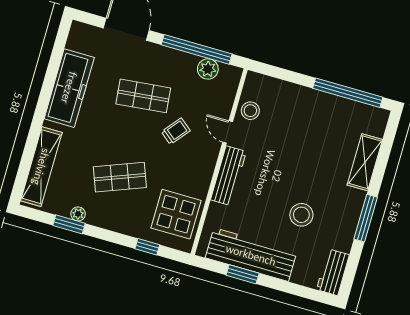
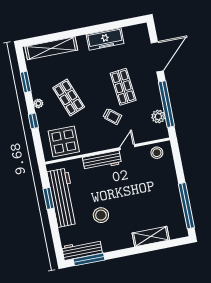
freezer: (69, 88) -> (105, 39), width x0.73, depth x0.79
stool: (250, 111) -> (157, 153), moved
plant: (78, 214) -> (38, 103), moved
window: (366, 218) -> (89, 259), moved
window: (147, 247) -> (33, 121), moved
workbench: (333, 272) -> (82, 250), width x1.38

